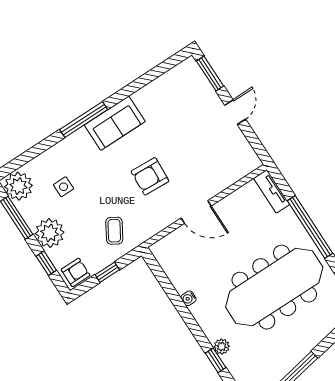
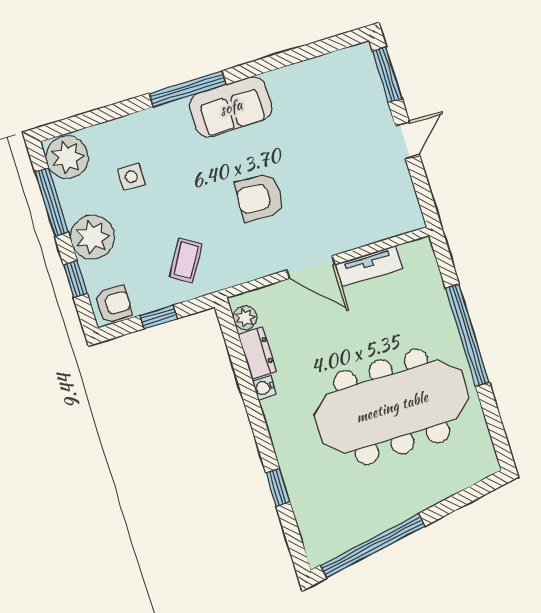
tv unit: (272, 191) -> (369, 266), moved, turned -90
dresser: (178, 277) -> (257, 353), added
plant: (222, 347) -> (245, 318), moved

